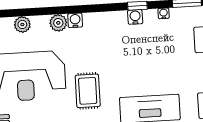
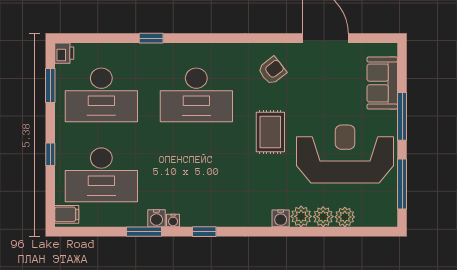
water cooler: (135, 17) -> (156, 218), moved
plant: (40, 24) -> (323, 217), added

